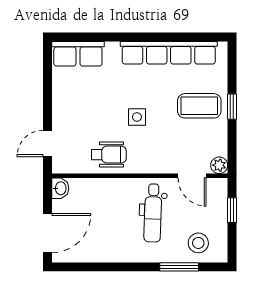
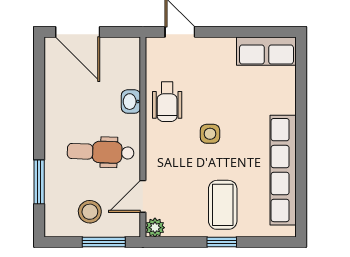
row of seats: (78, 54) -> (266, 51), moved, turned -90
washbasin: (60, 188) -> (131, 102), moved, turned 90
window: (232, 210) -> (104, 242), width x1.50
stool: (198, 243) -> (90, 212), moved

